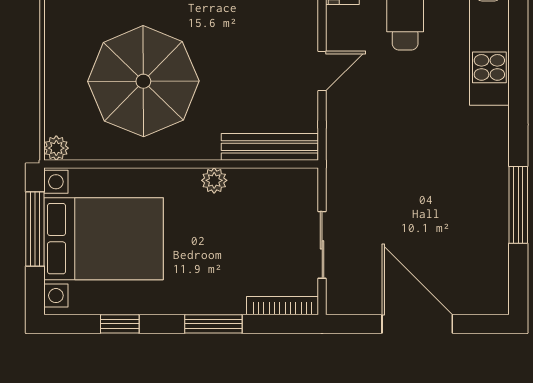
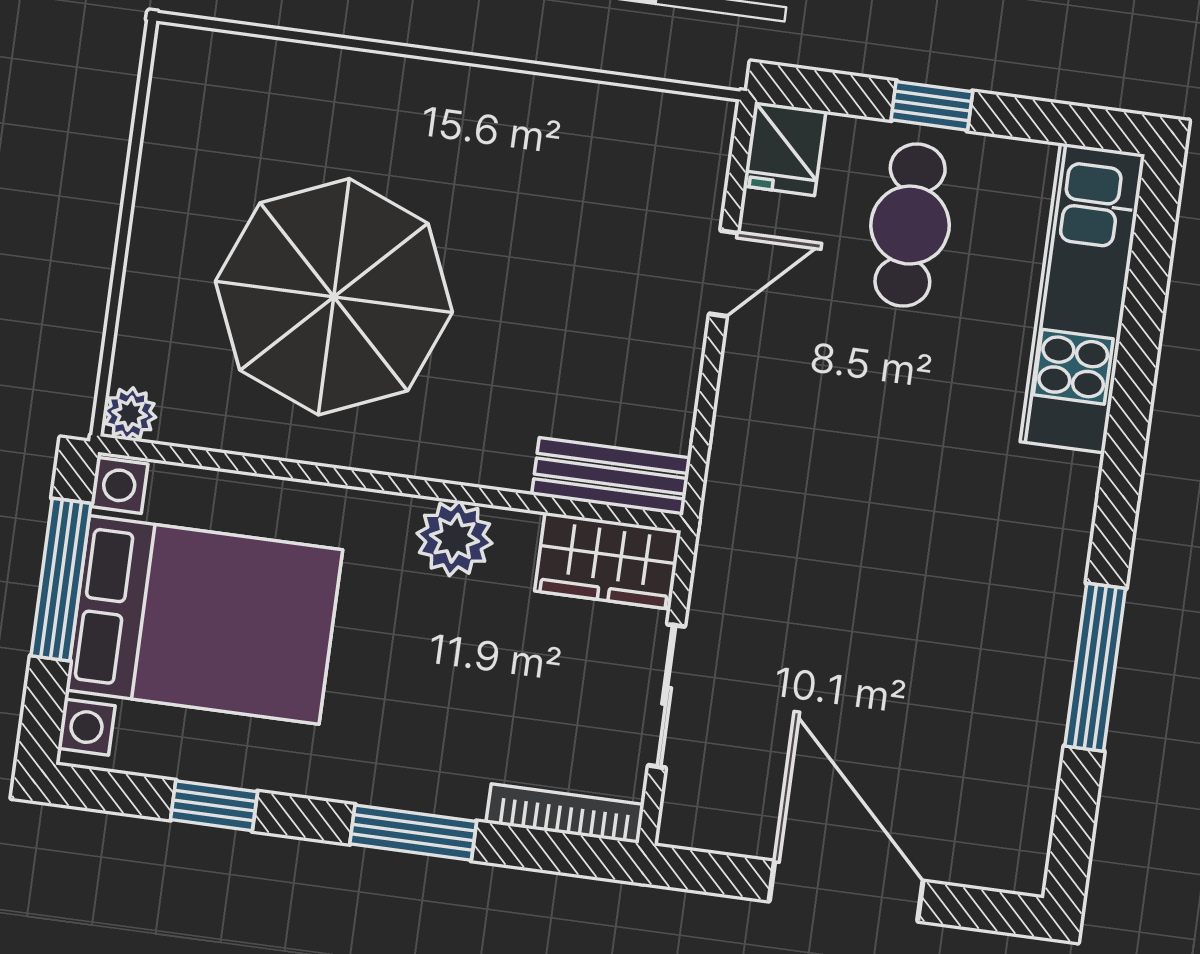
door: (322, 71) -> (724, 273), moved
bench: (270, 147) -> (611, 476), width x0.73
plant: (214, 180) -> (455, 538), width x1.38, depth x1.38
wardrobe: (286, 186) -> (608, 561), added

